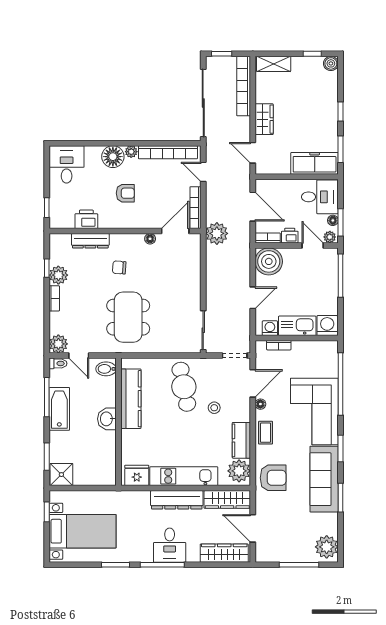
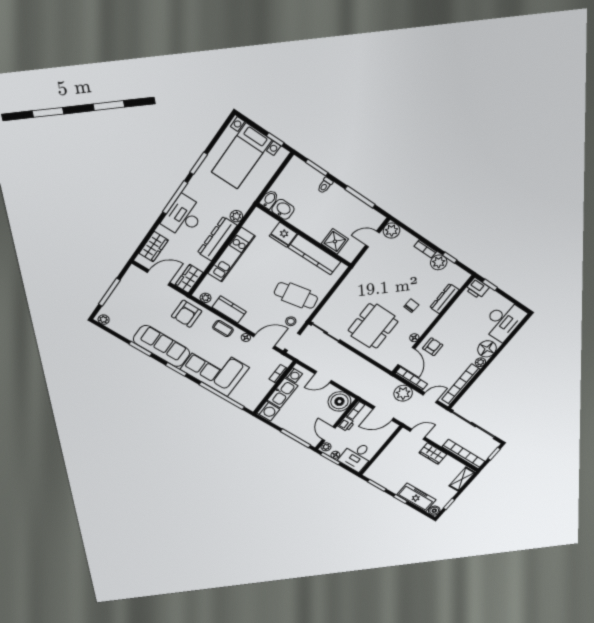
freezer: (315, 163) -> (416, 497), moved, turned -90
desk: (67, 164) -> (503, 321), width x1.37
armchair: (125, 193) -> (433, 347), moved, turned 180
printer: (86, 219) -> (477, 288), moved, turned 90
plant: (217, 233) -> (403, 393), moved
door: (313, 245) -> (329, 434), swing flipped
door: (253, 298) -> (323, 377), hinge flipped
dining table: (128, 317) -> (373, 326), moved, turned 90
toilet: (58, 363) -> (325, 185), moved
bidet: (106, 369) -> (269, 199), moved
door: (253, 383) -> (264, 341), swing flipped
stool: (214, 408) -> (291, 321), moved
bathtub: (59, 409) -> (345, 200), removed
washbasin: (107, 419) -> (283, 209), moved
plant: (239, 471) -> (206, 298), width x0.53, depth x0.53
shower: (61, 475) -> (335, 241), moved
fridge: (137, 475) -> (283, 235), moved, turned 90
plant: (143, 497) -> (236, 216), added
wardrobe: (227, 499) -> (189, 279), width x0.67
desk: (170, 545) -> (184, 216), width x1.37
plant: (327, 547) -> (104, 320), width x0.53, depth x0.53
wardrobe: (224, 553) -> (154, 247), width x0.67

